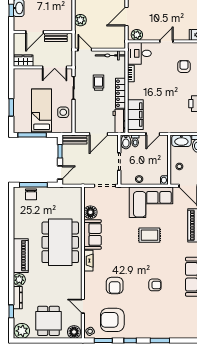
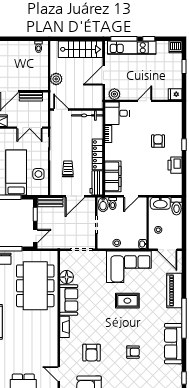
armchair: (184, 66) -> (158, 141), moved
trolley: (99, 83) -> (68, 169), moved
dining table: (60, 242) -> (35, 286), moved

